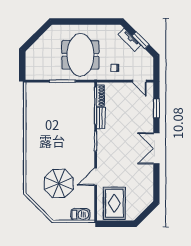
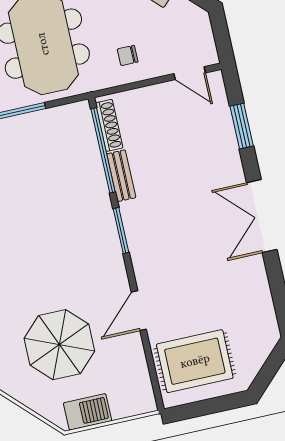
rug: (114, 203) -> (195, 361), turned 90
barbecue: (80, 215) -> (88, 412), moved

